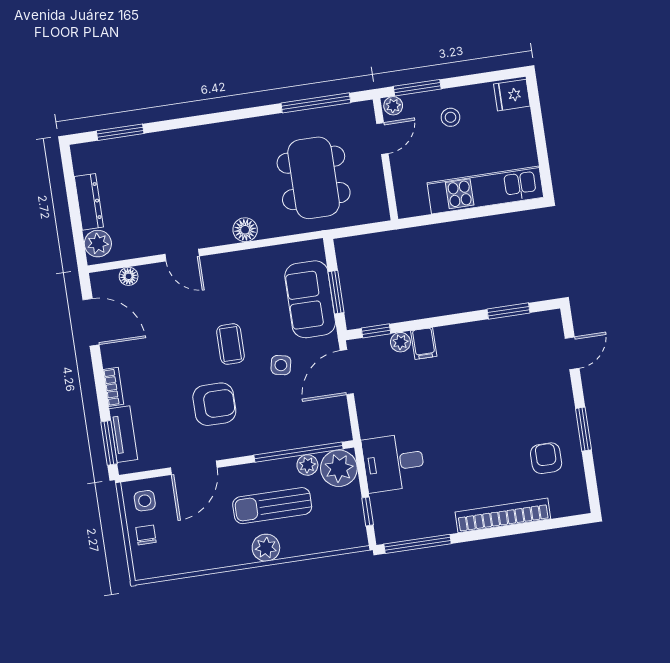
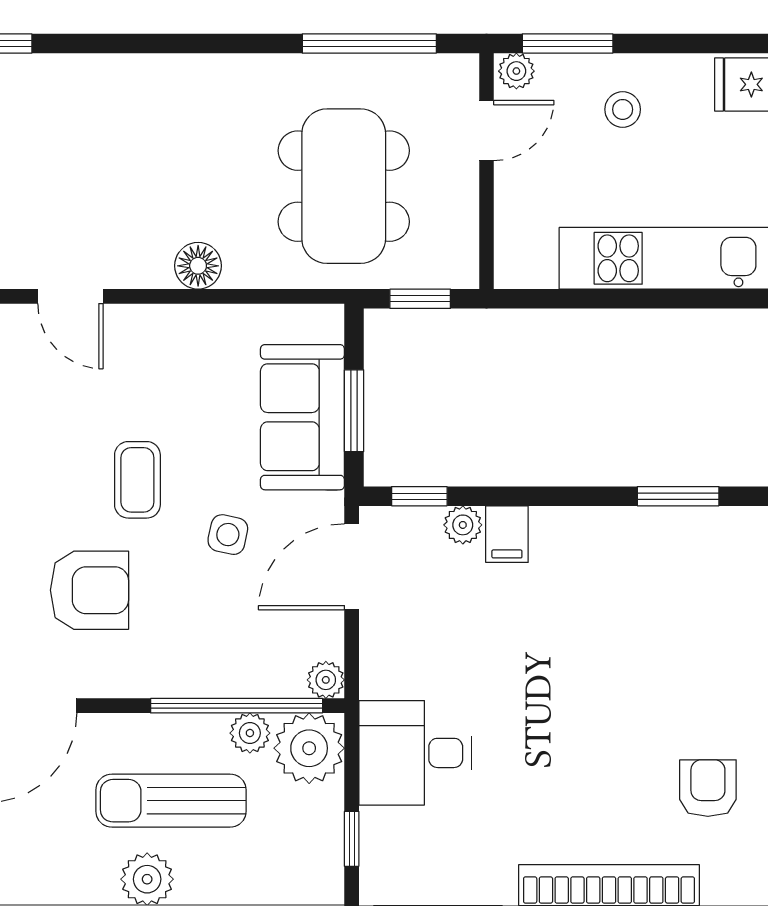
window: (361, 230) -> (420, 299), added
plant: (342, 432) -> (326, 680), added

